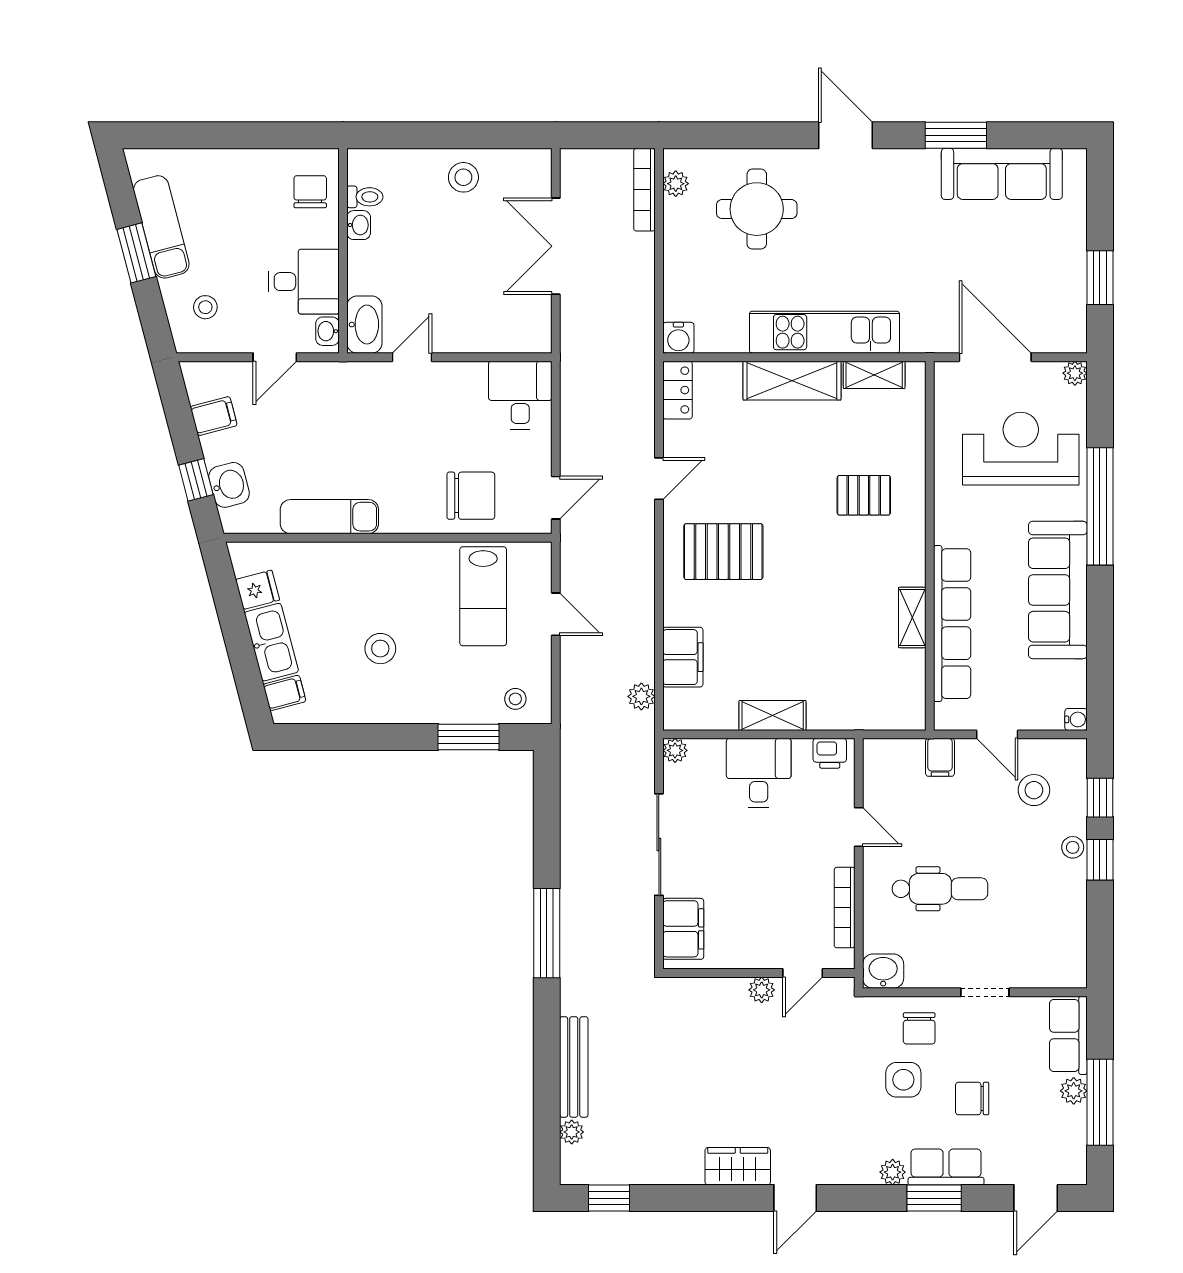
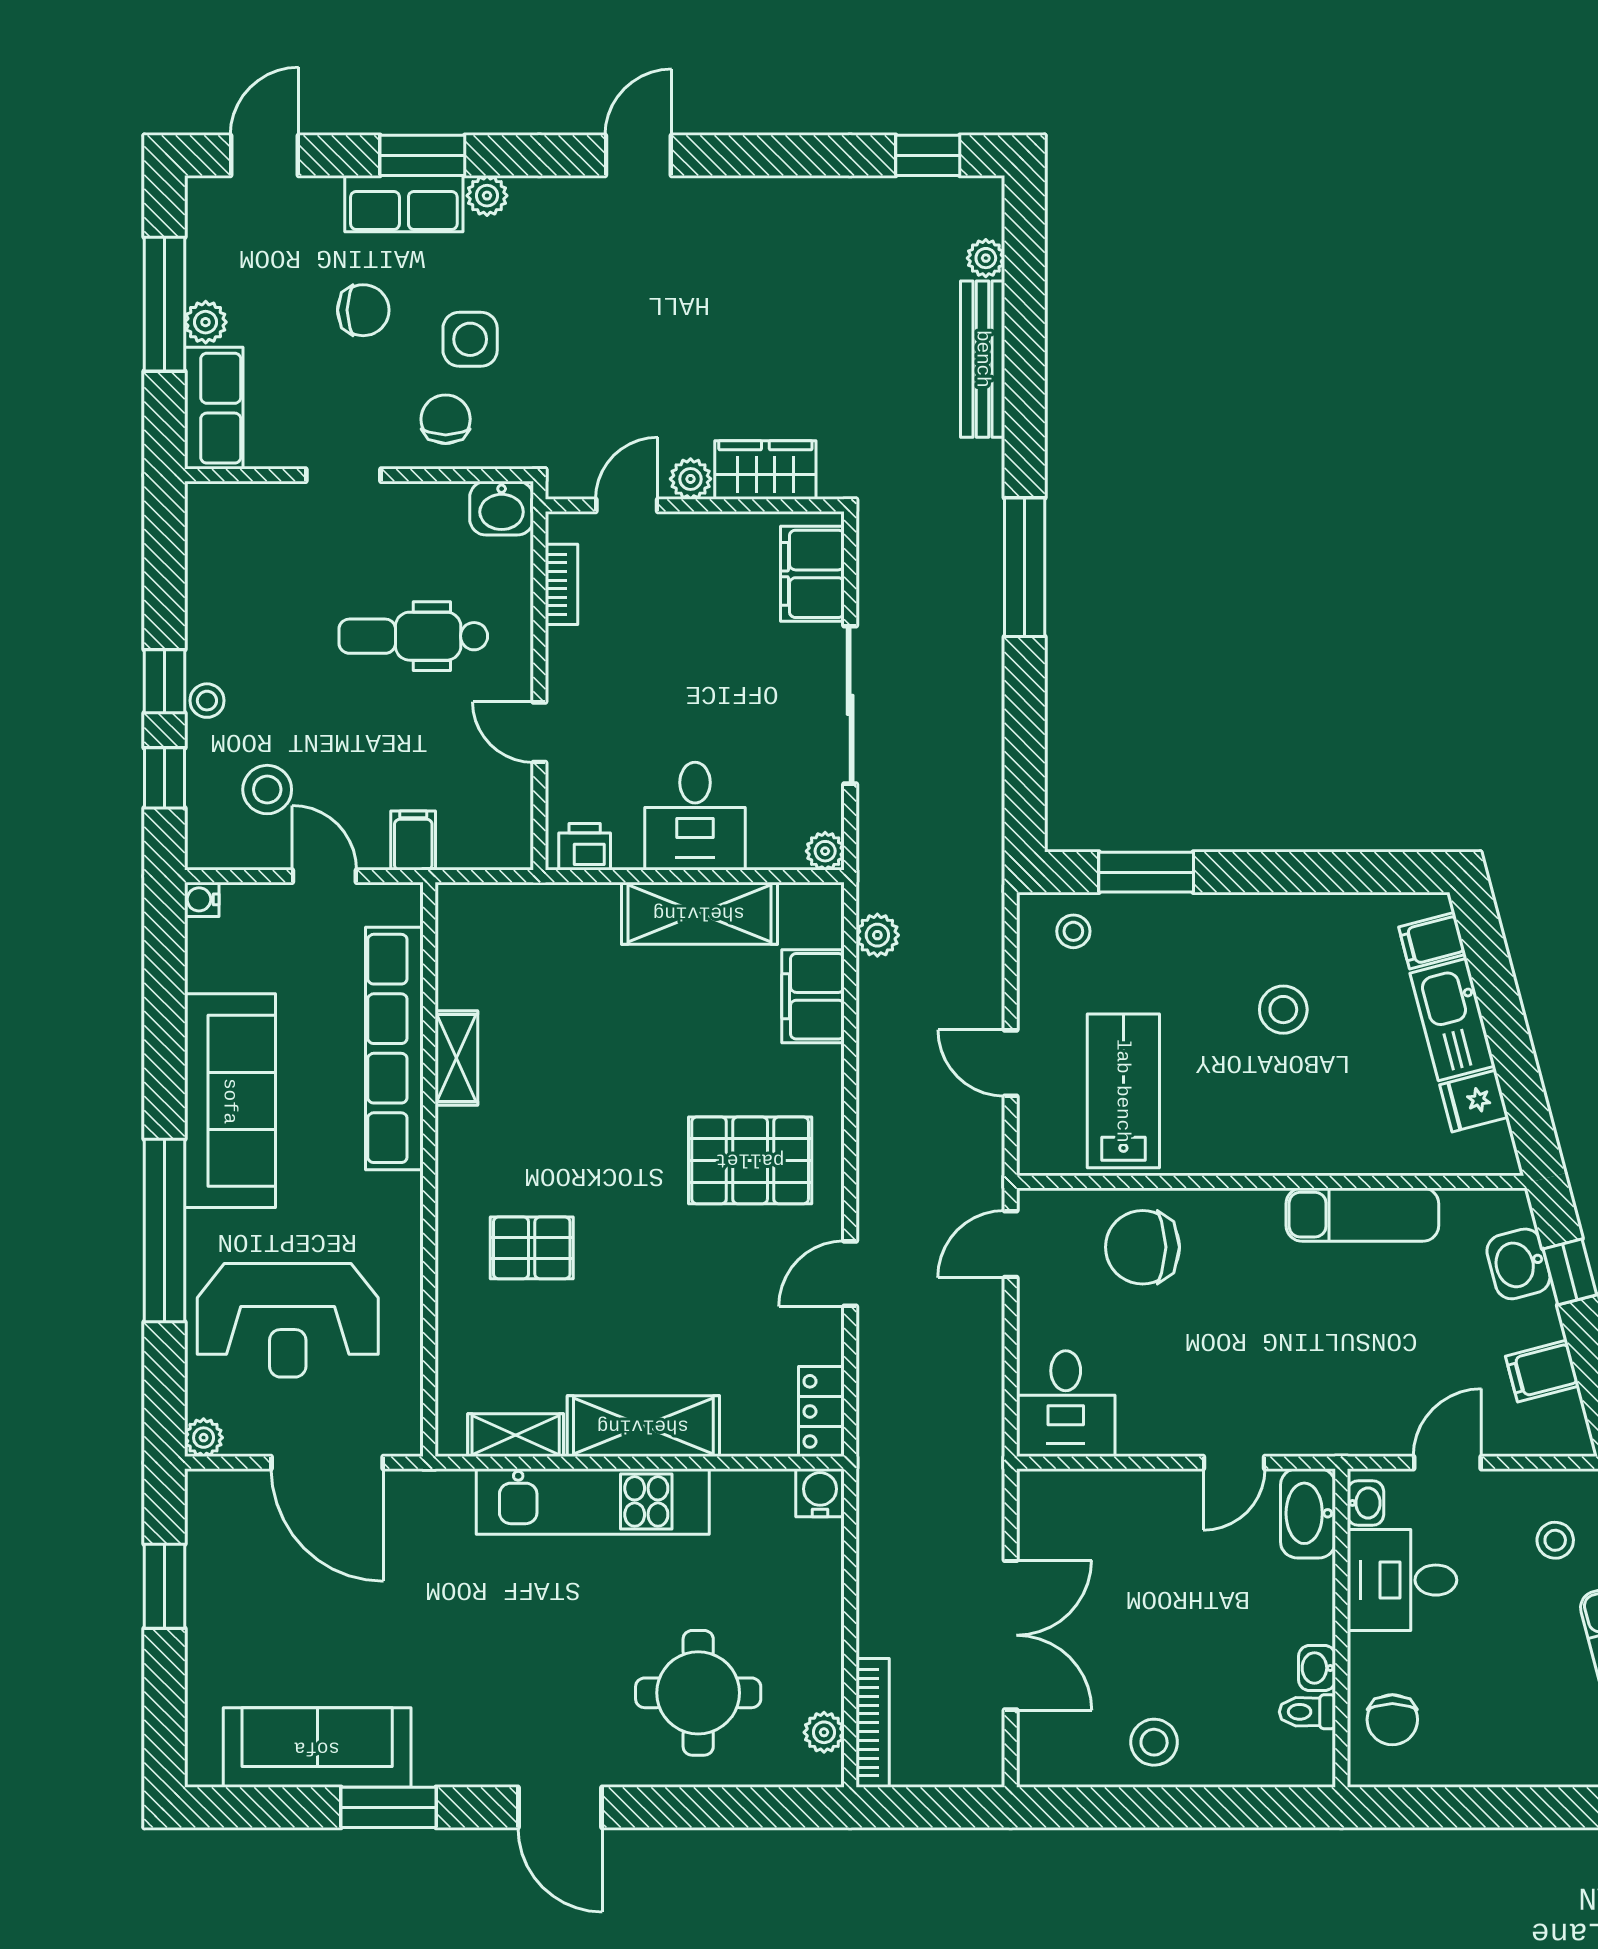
shelving: (773, 715) -> (699, 913), width x1.50, depth x1.33
bookcase: (845, 908) -> (562, 584), width x0.64
wardrobe: (738, 1166) -> (765, 470), moved, turned 180

